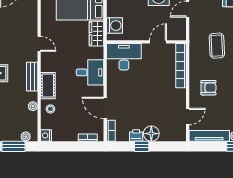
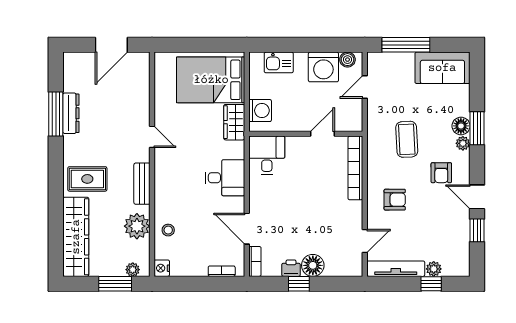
desk: (124, 57) -> (267, 155), width x0.73
cot: (48, 86) -> (164, 197), removed
plant: (33, 106) -> (137, 226), width x1.88, depth x1.88

